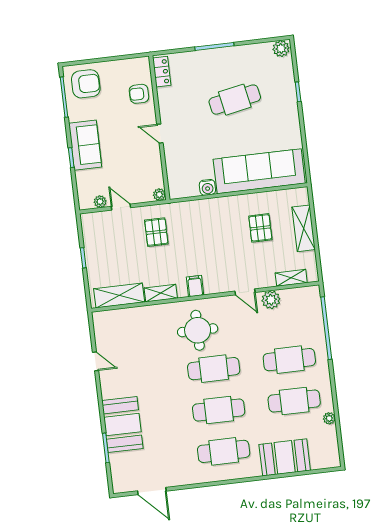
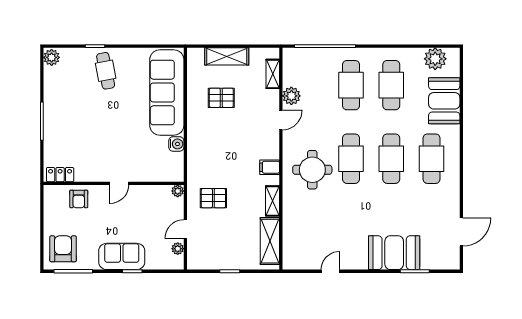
cafe table: (235, 100) -> (106, 71), moved, width x0.73, depth x0.74
plant: (329, 418) -> (435, 59), moved, width x1.88, depth x1.88

